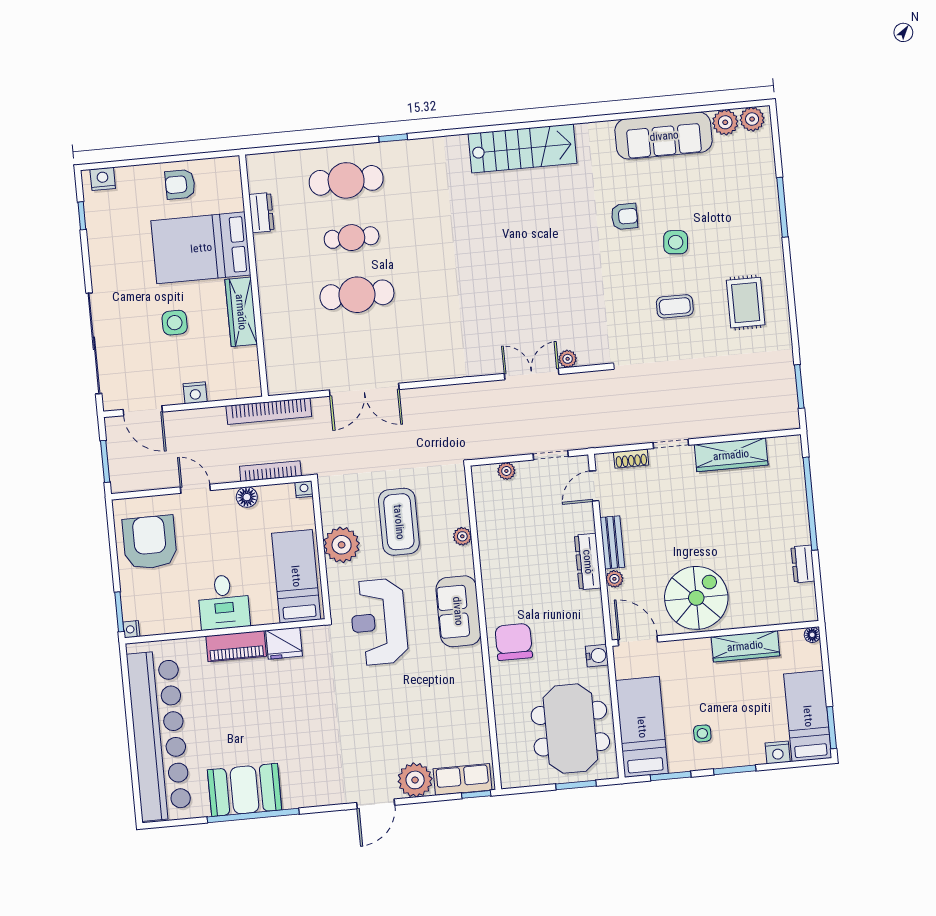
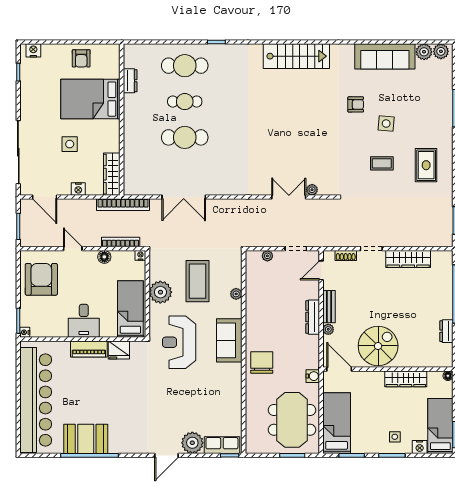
armchair: (180, 184) -> (81, 58), turned -90
wardrobe: (241, 312) -> (112, 174), moved
side table: (702, 733) -> (395, 437), moved

